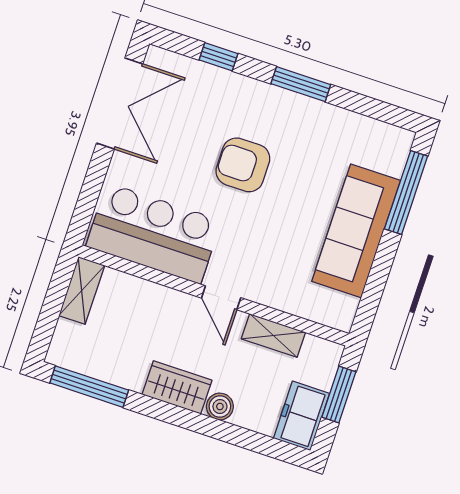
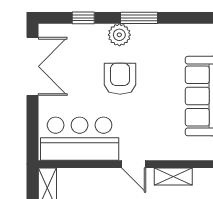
plant: (263, 100) -> (119, 35), added
armchair: (243, 165) -> (120, 79), turned 90

